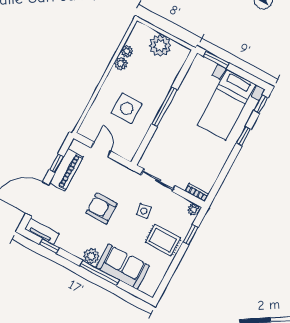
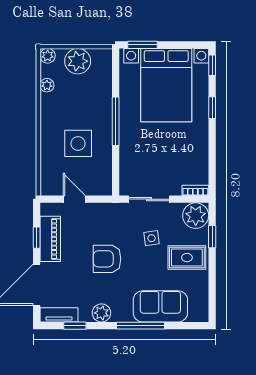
plant: (121, 64) -> (48, 56), moved
bed with nightstands: (226, 105) -> (166, 85), width x1.36
plant: (194, 210) -> (196, 216), width x1.88, depth x1.88
plant: (91, 256) -> (101, 313), moved

